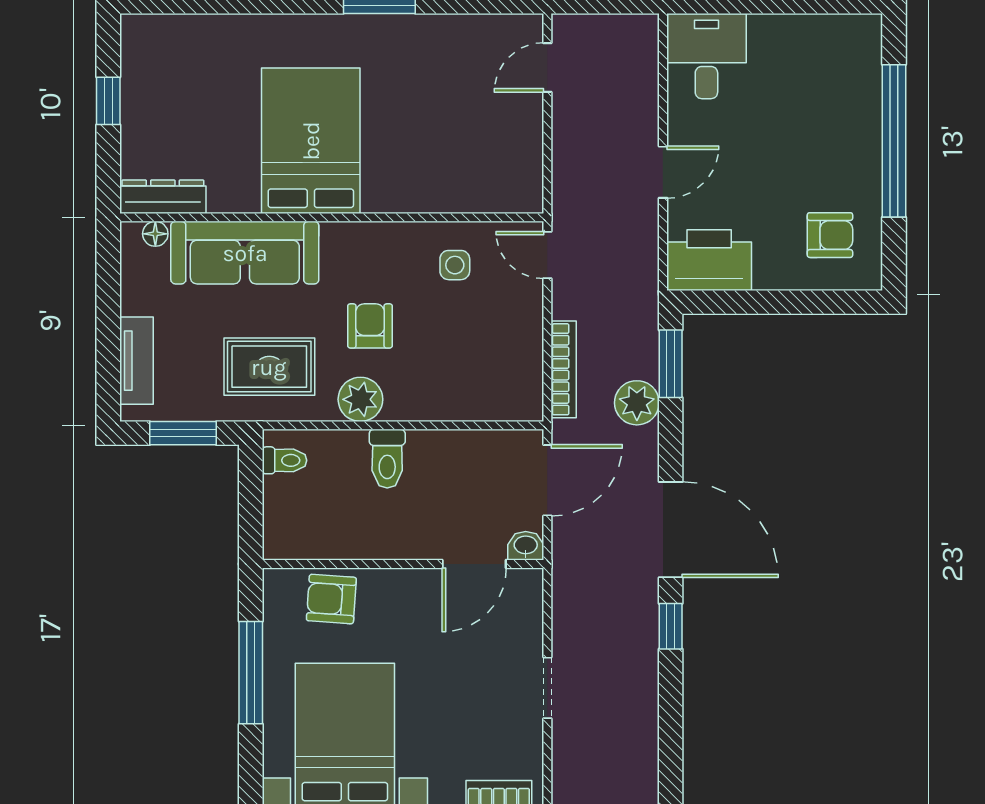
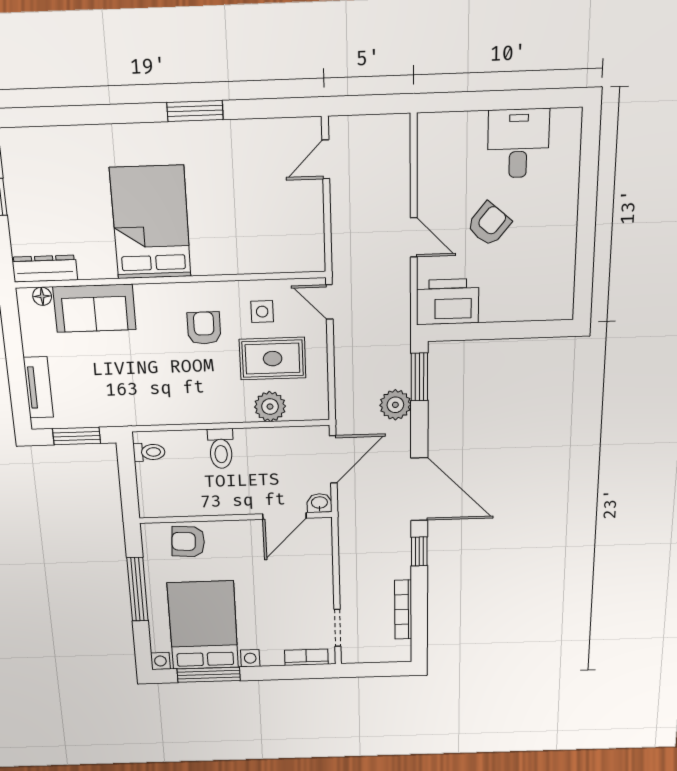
desk: (706, 56) -> (518, 143), moved
window: (894, 141) -> (587, 207), removed
door: (663, 172) -> (414, 237), hinge flipped
armchair: (830, 235) -> (489, 224), moved, turned -50
sofa: (245, 253) -> (94, 308), width x0.73
armchair: (370, 326) -> (204, 328), moved
rug: (269, 367) -> (273, 359), moved
bookcase: (564, 369) -> (403, 610), moved, turned 180
plant: (360, 399) -> (270, 407), moved
doorway: (547, 688) -> (337, 628), moved

